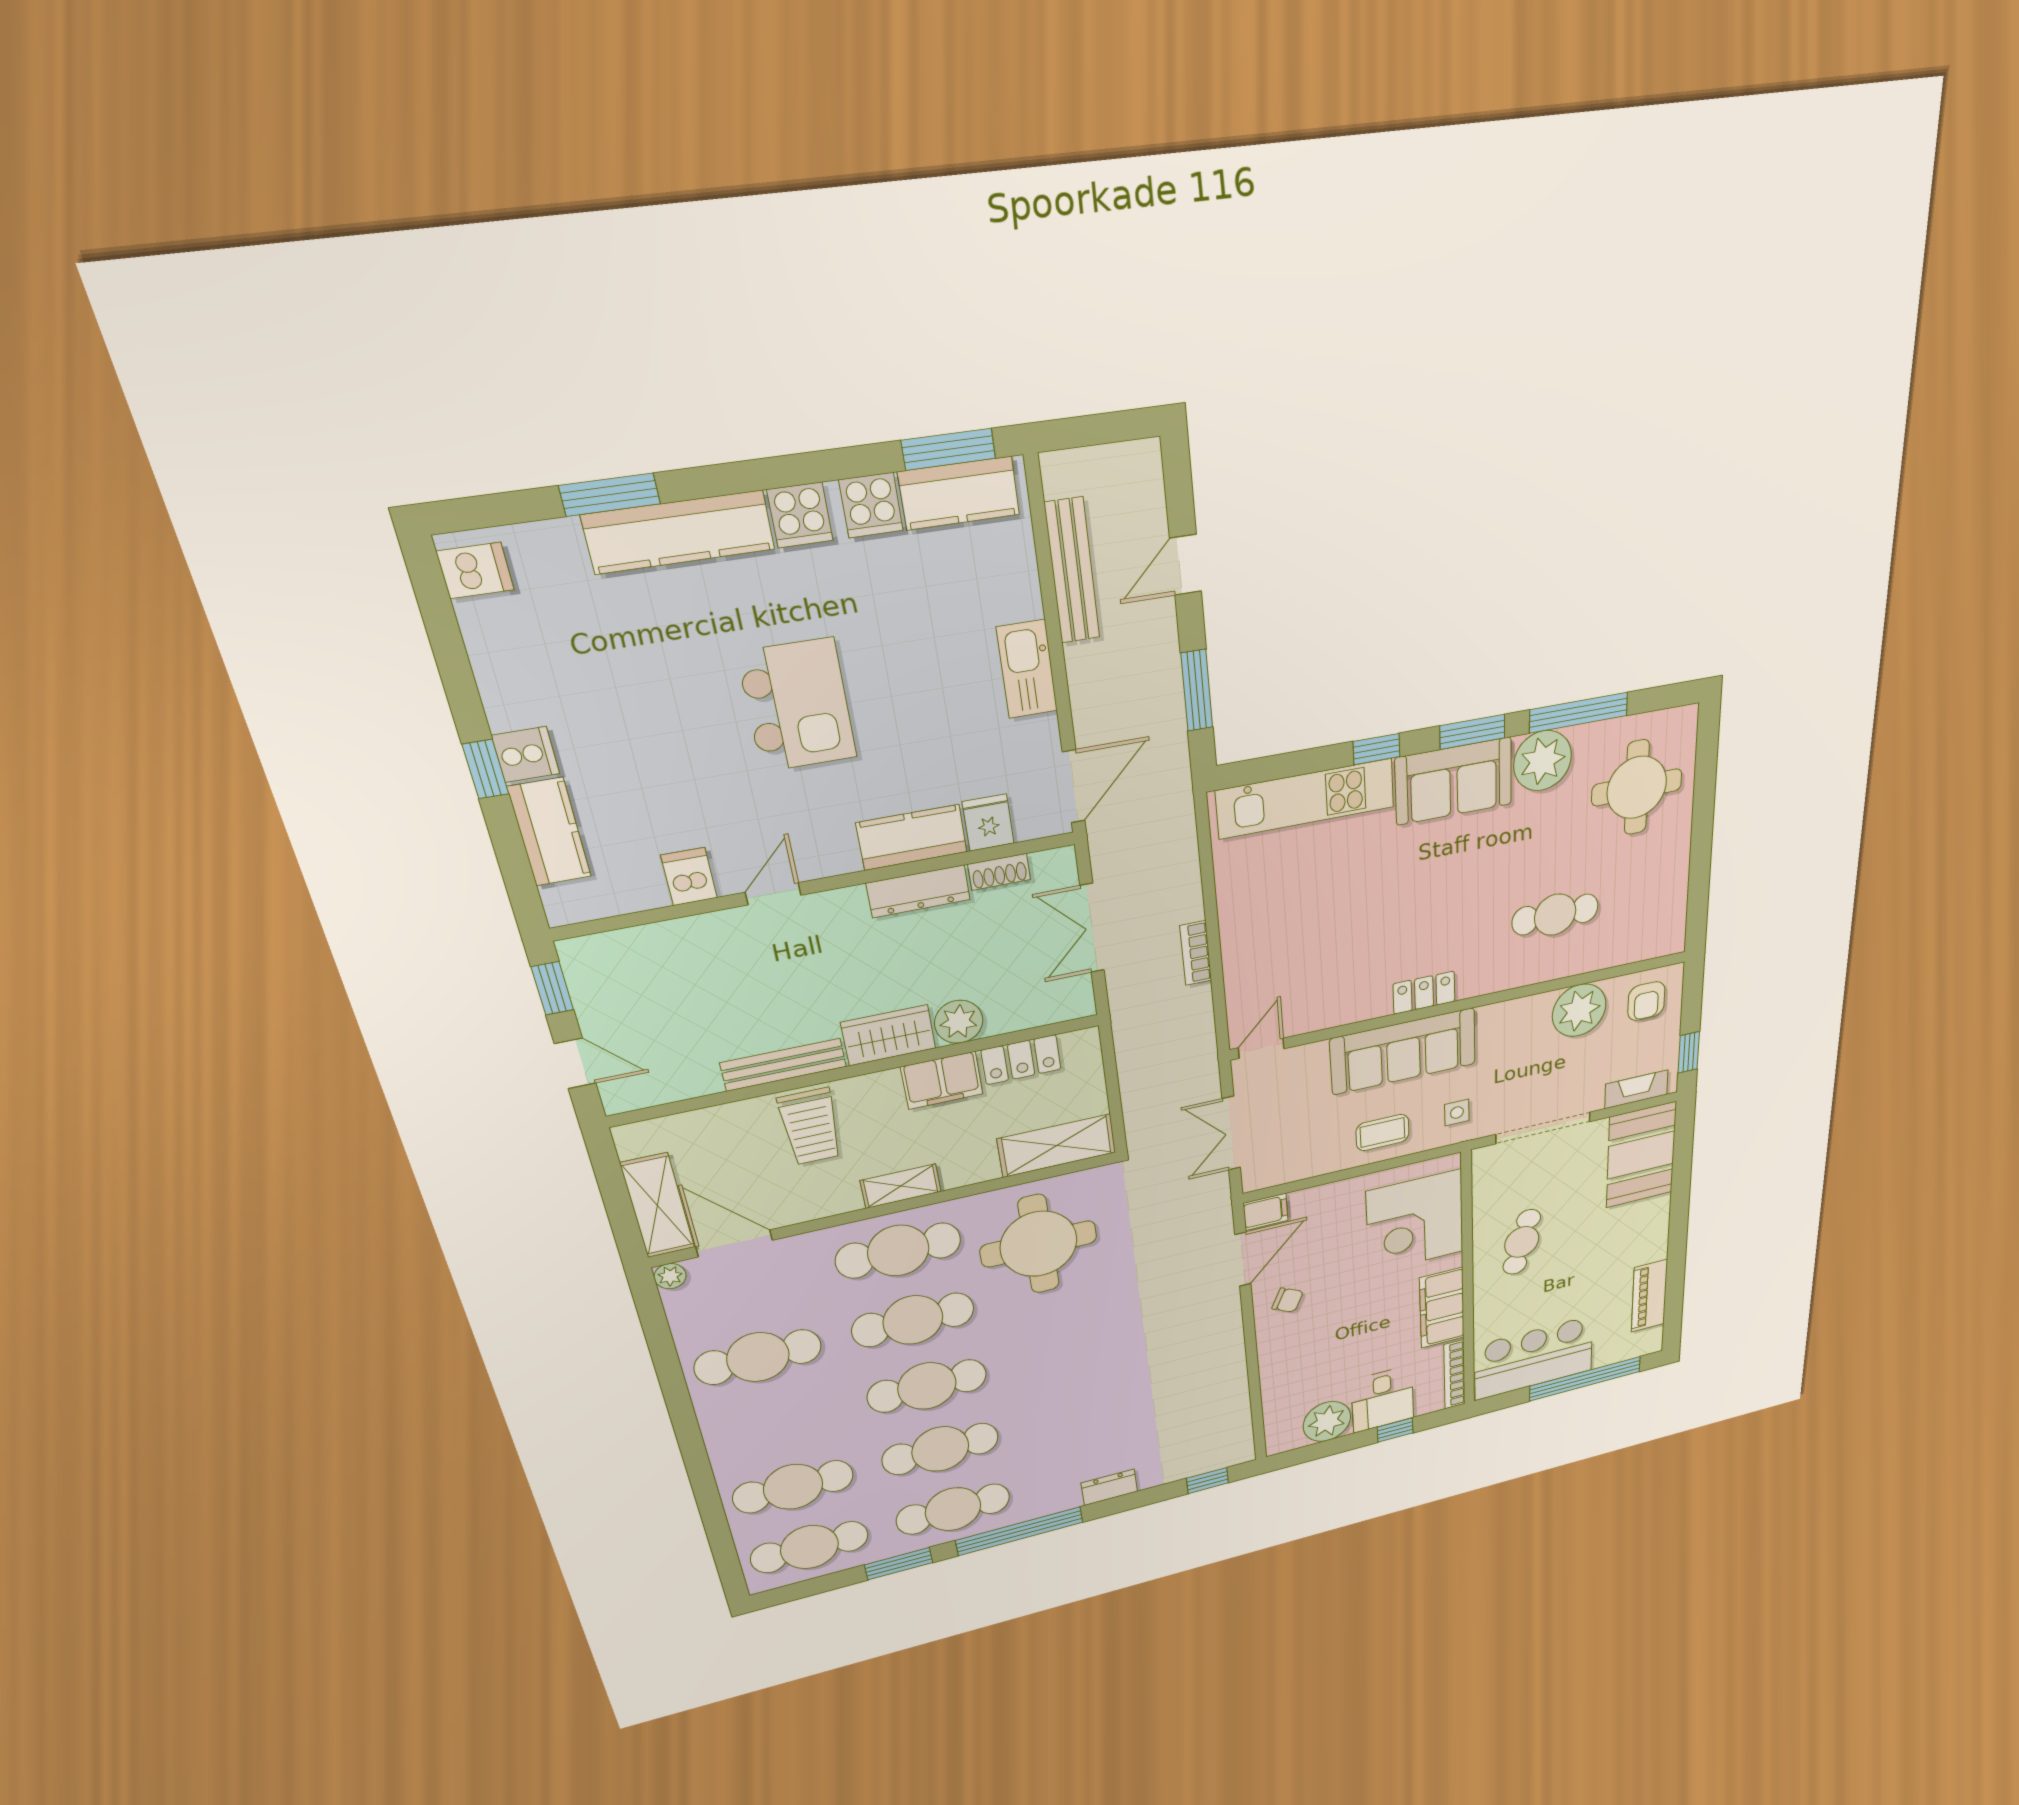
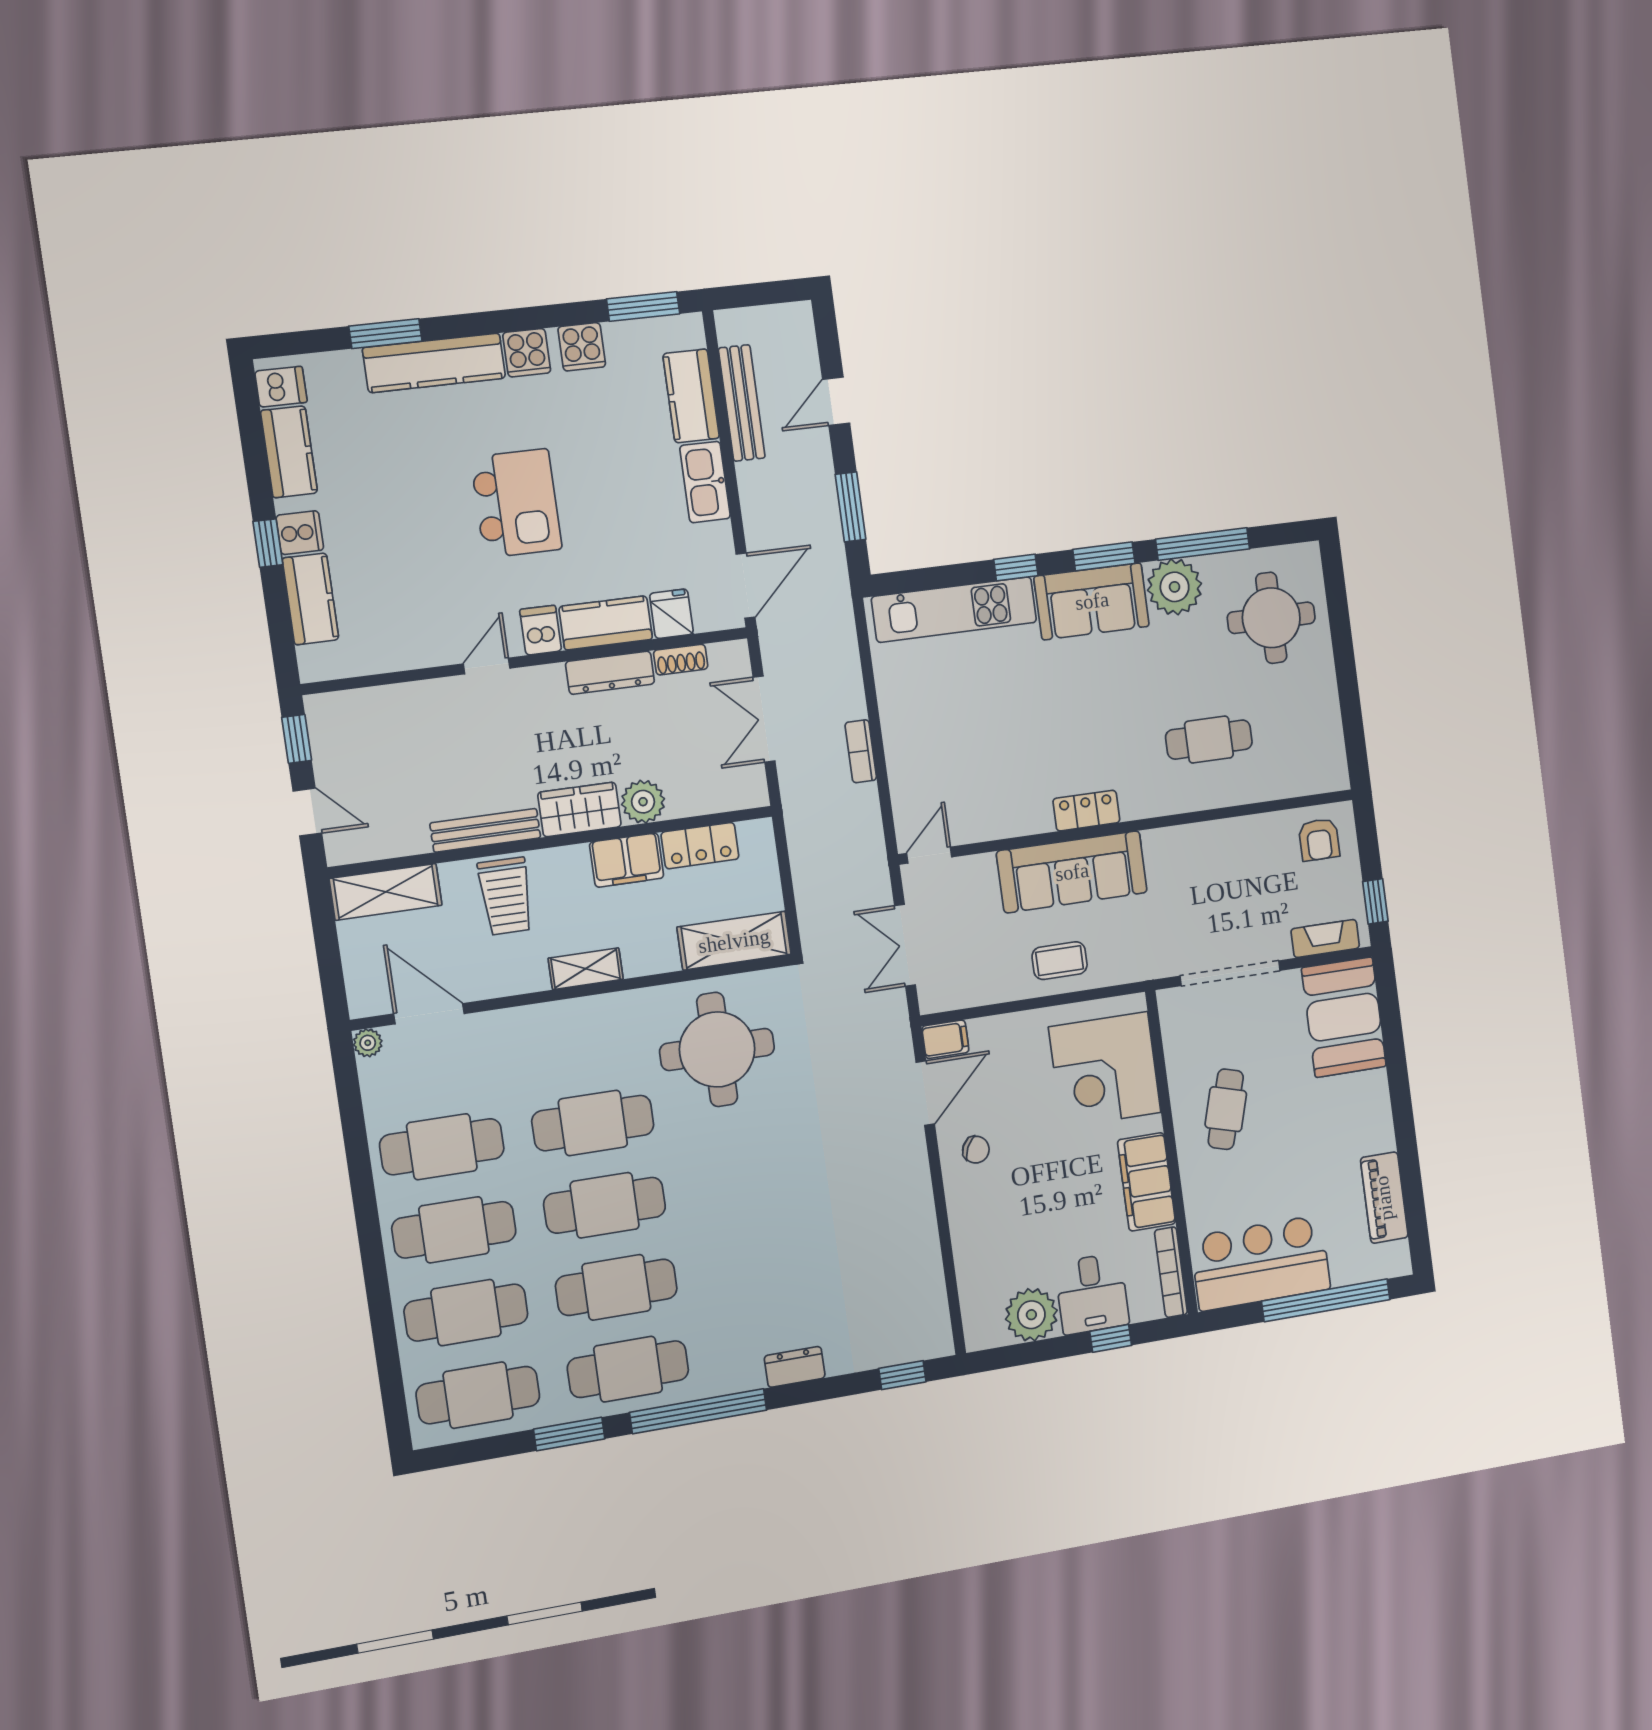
kitchen counter: (959, 493) -> (691, 396), moved, turned 90
kitchen counter: (498, 655) -> (289, 452), added
dishwasher: (689, 877) -> (541, 630), moved
plant: (1579, 1010) -> (1249, 843), removed
side table: (1457, 1113) -> (1135, 946), removed
shelving: (658, 1206) -> (386, 892), moved, turned 90
cafe table: (898, 1251) -> (454, 1230), moved

